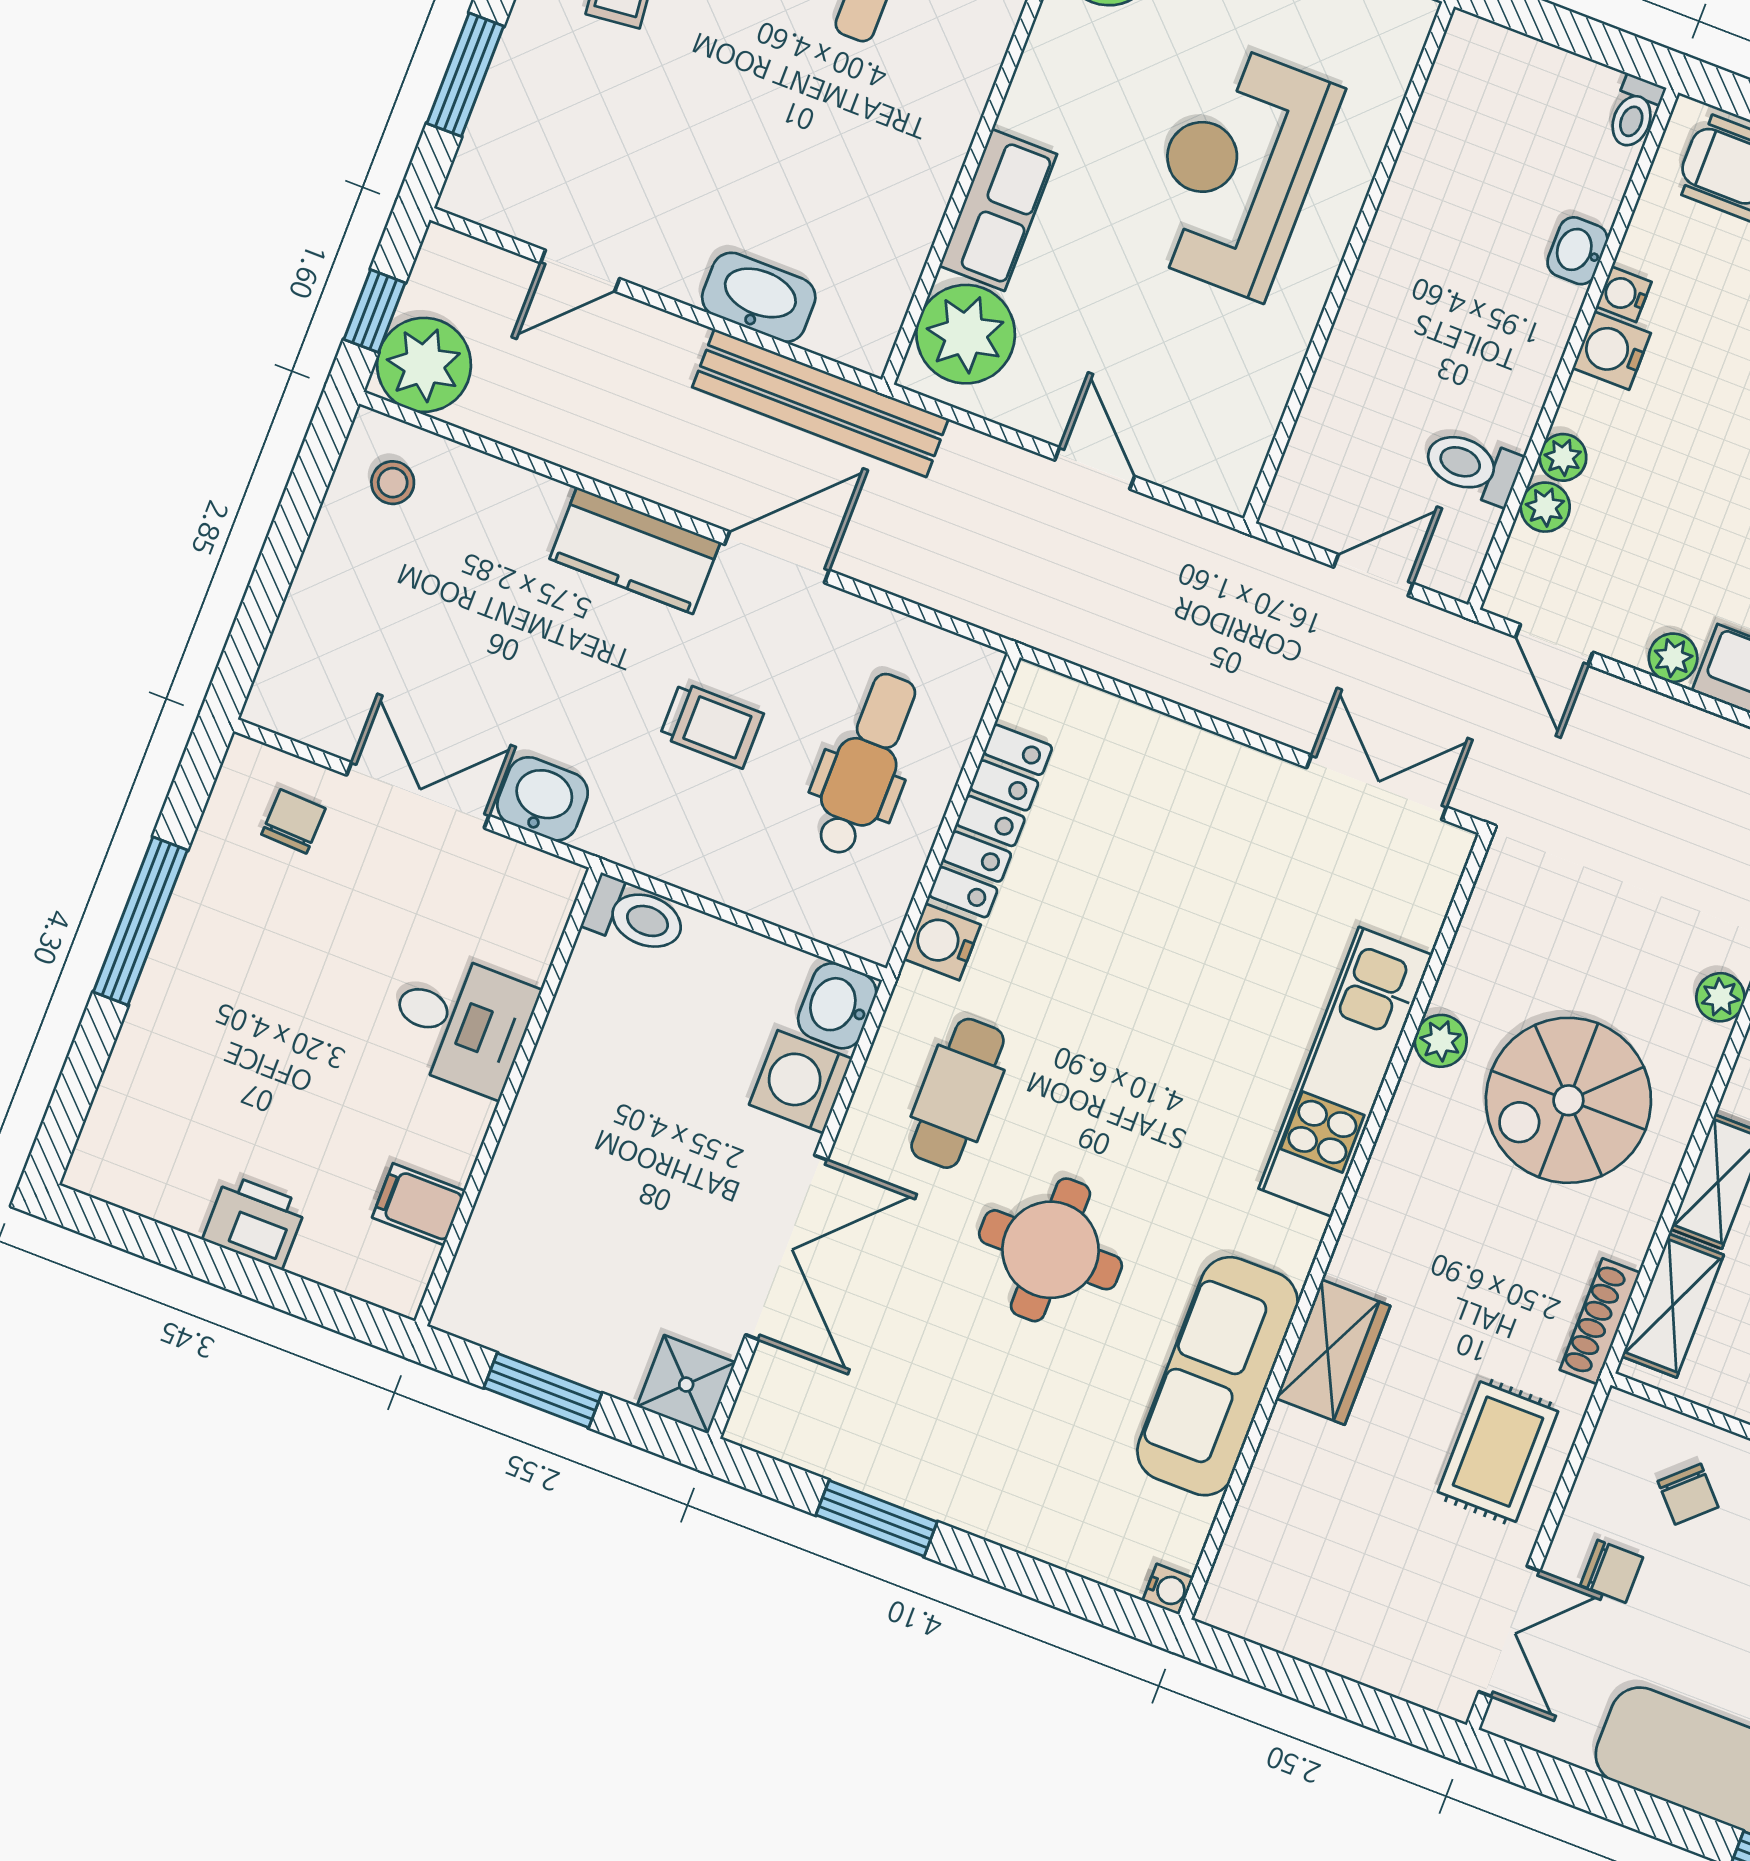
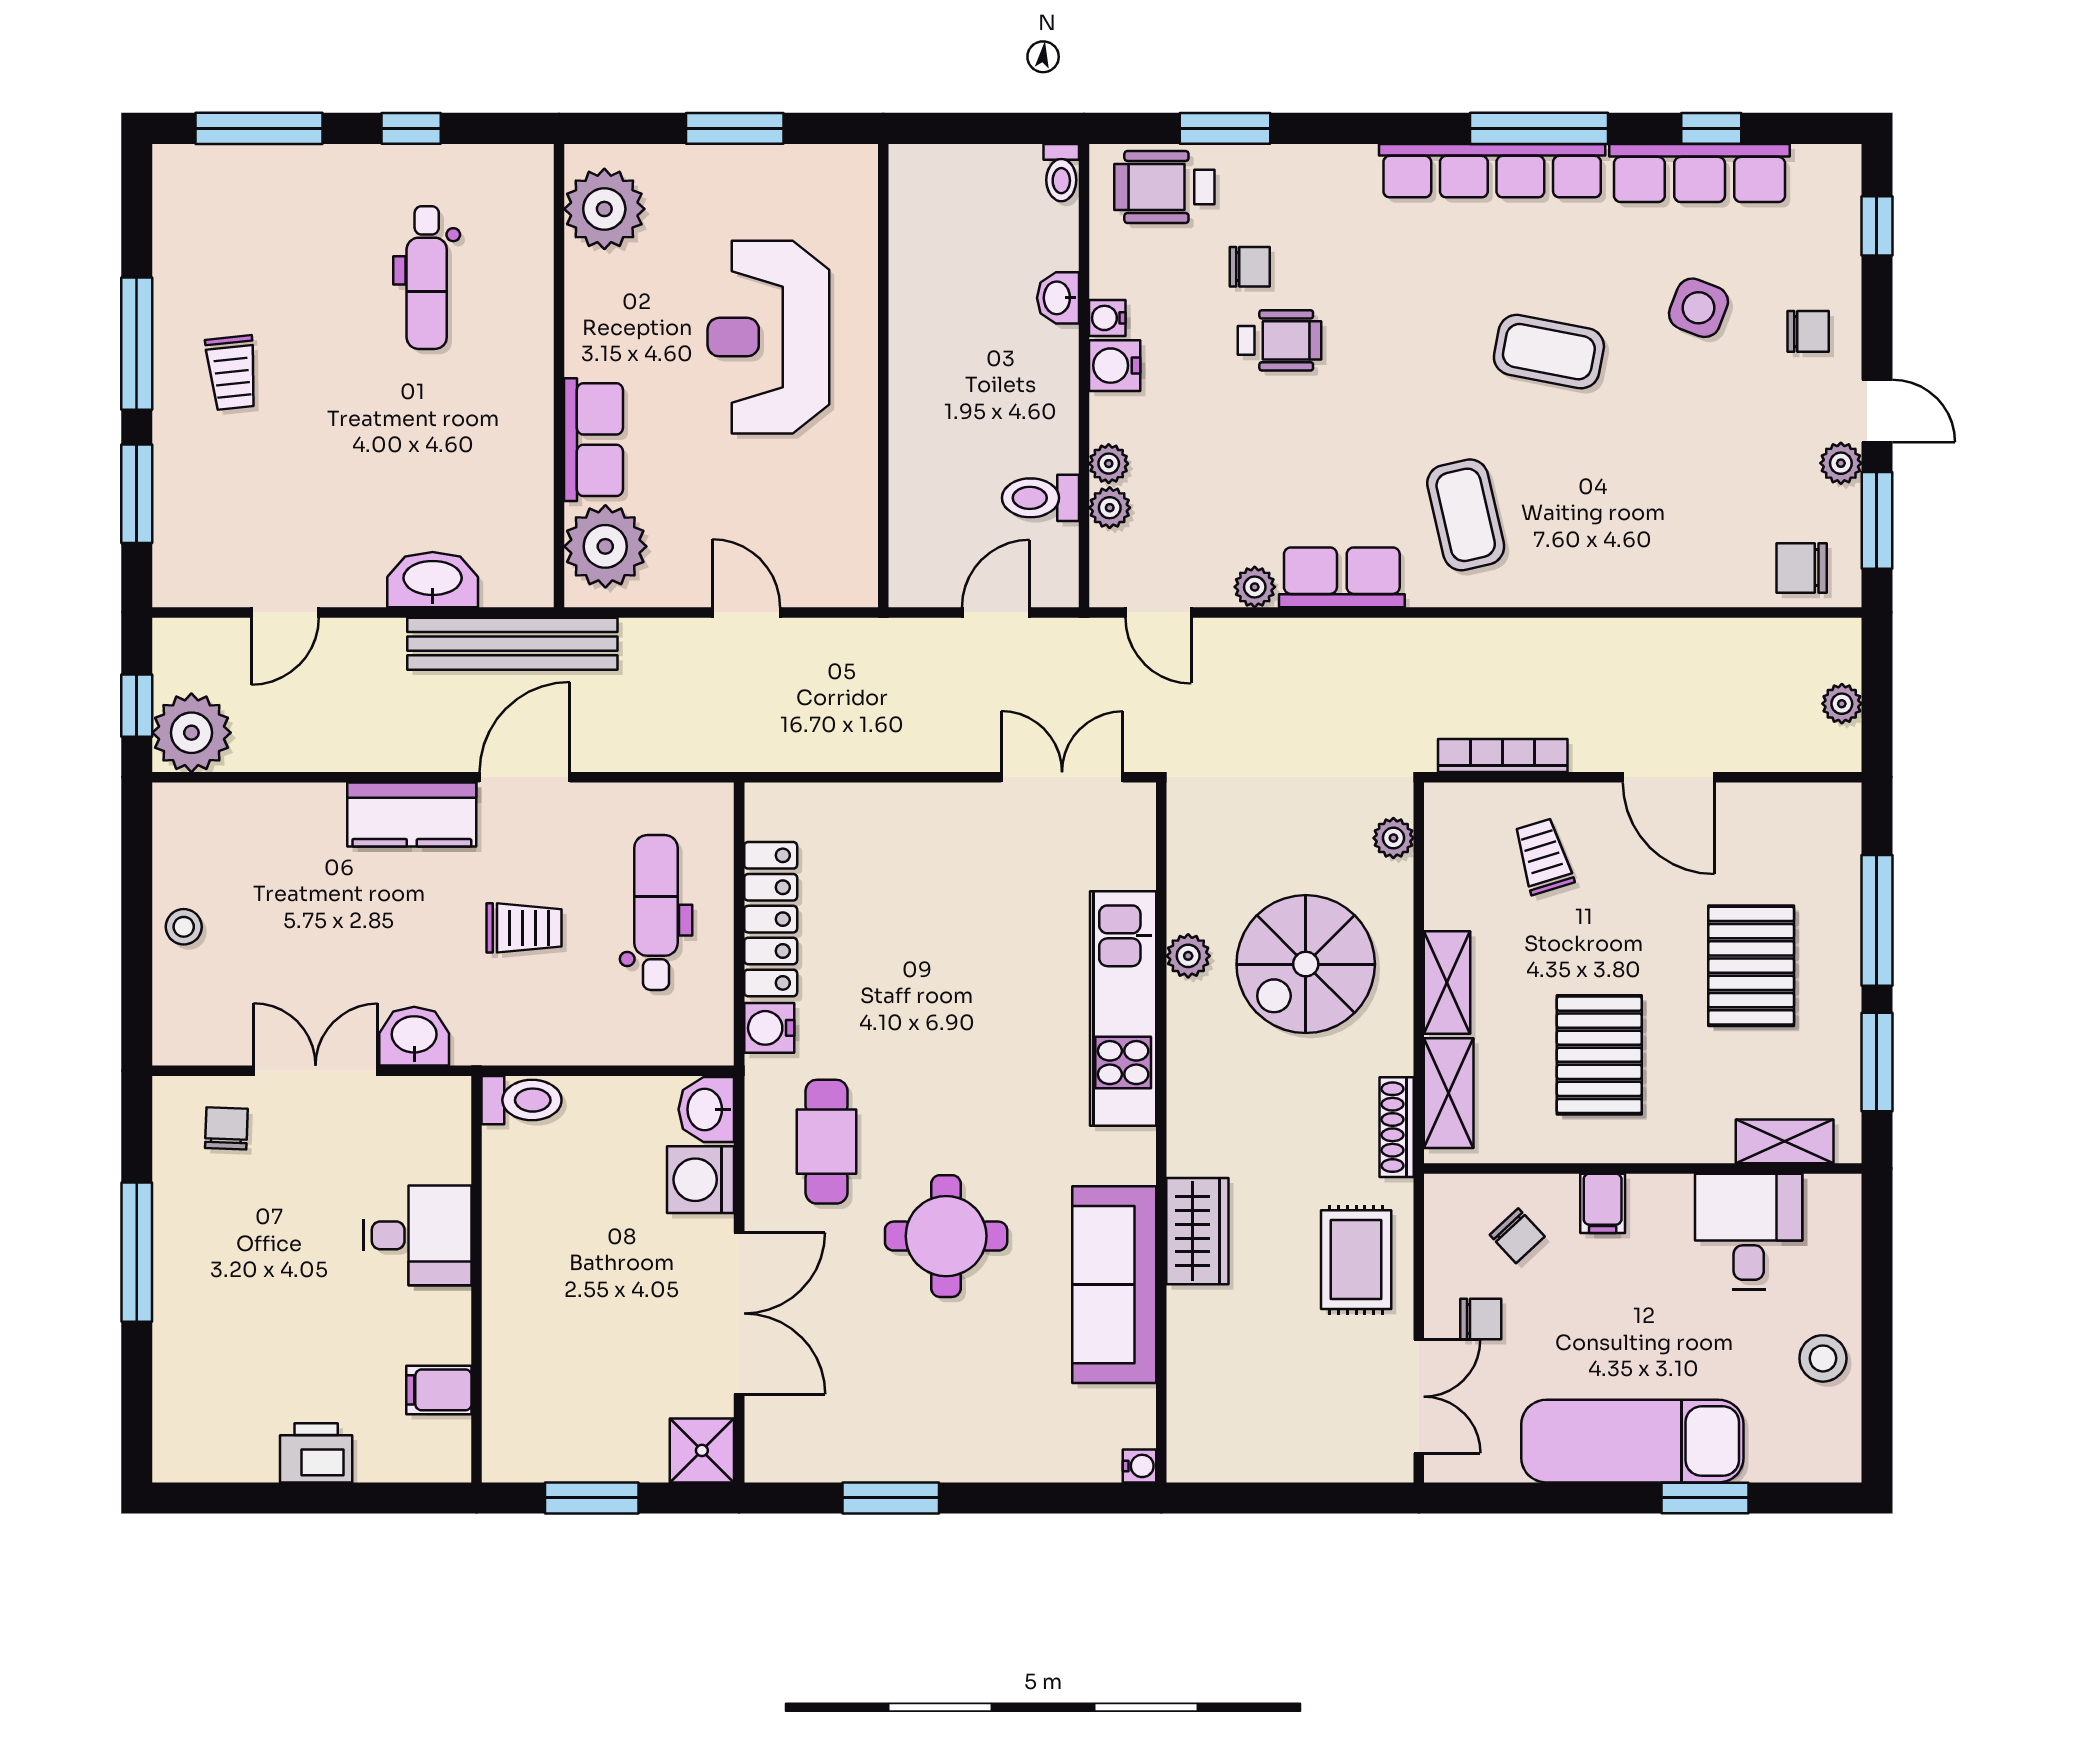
stool: (393, 483) -> (184, 927), moved

